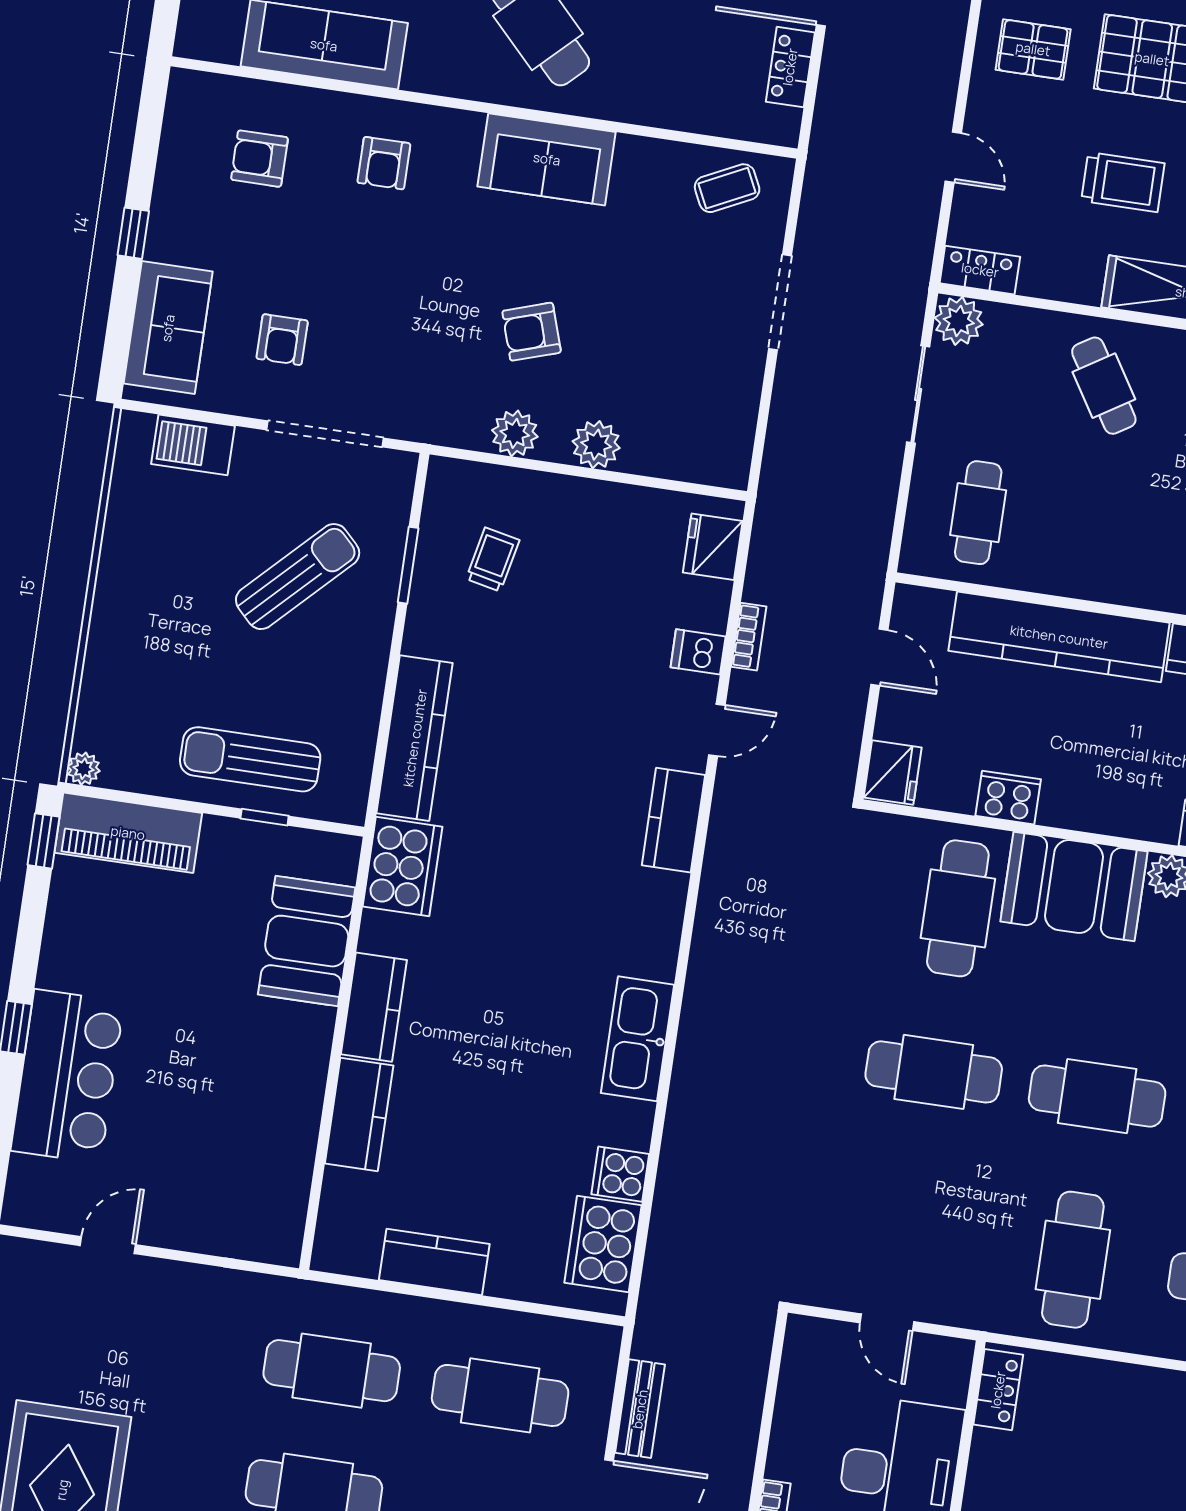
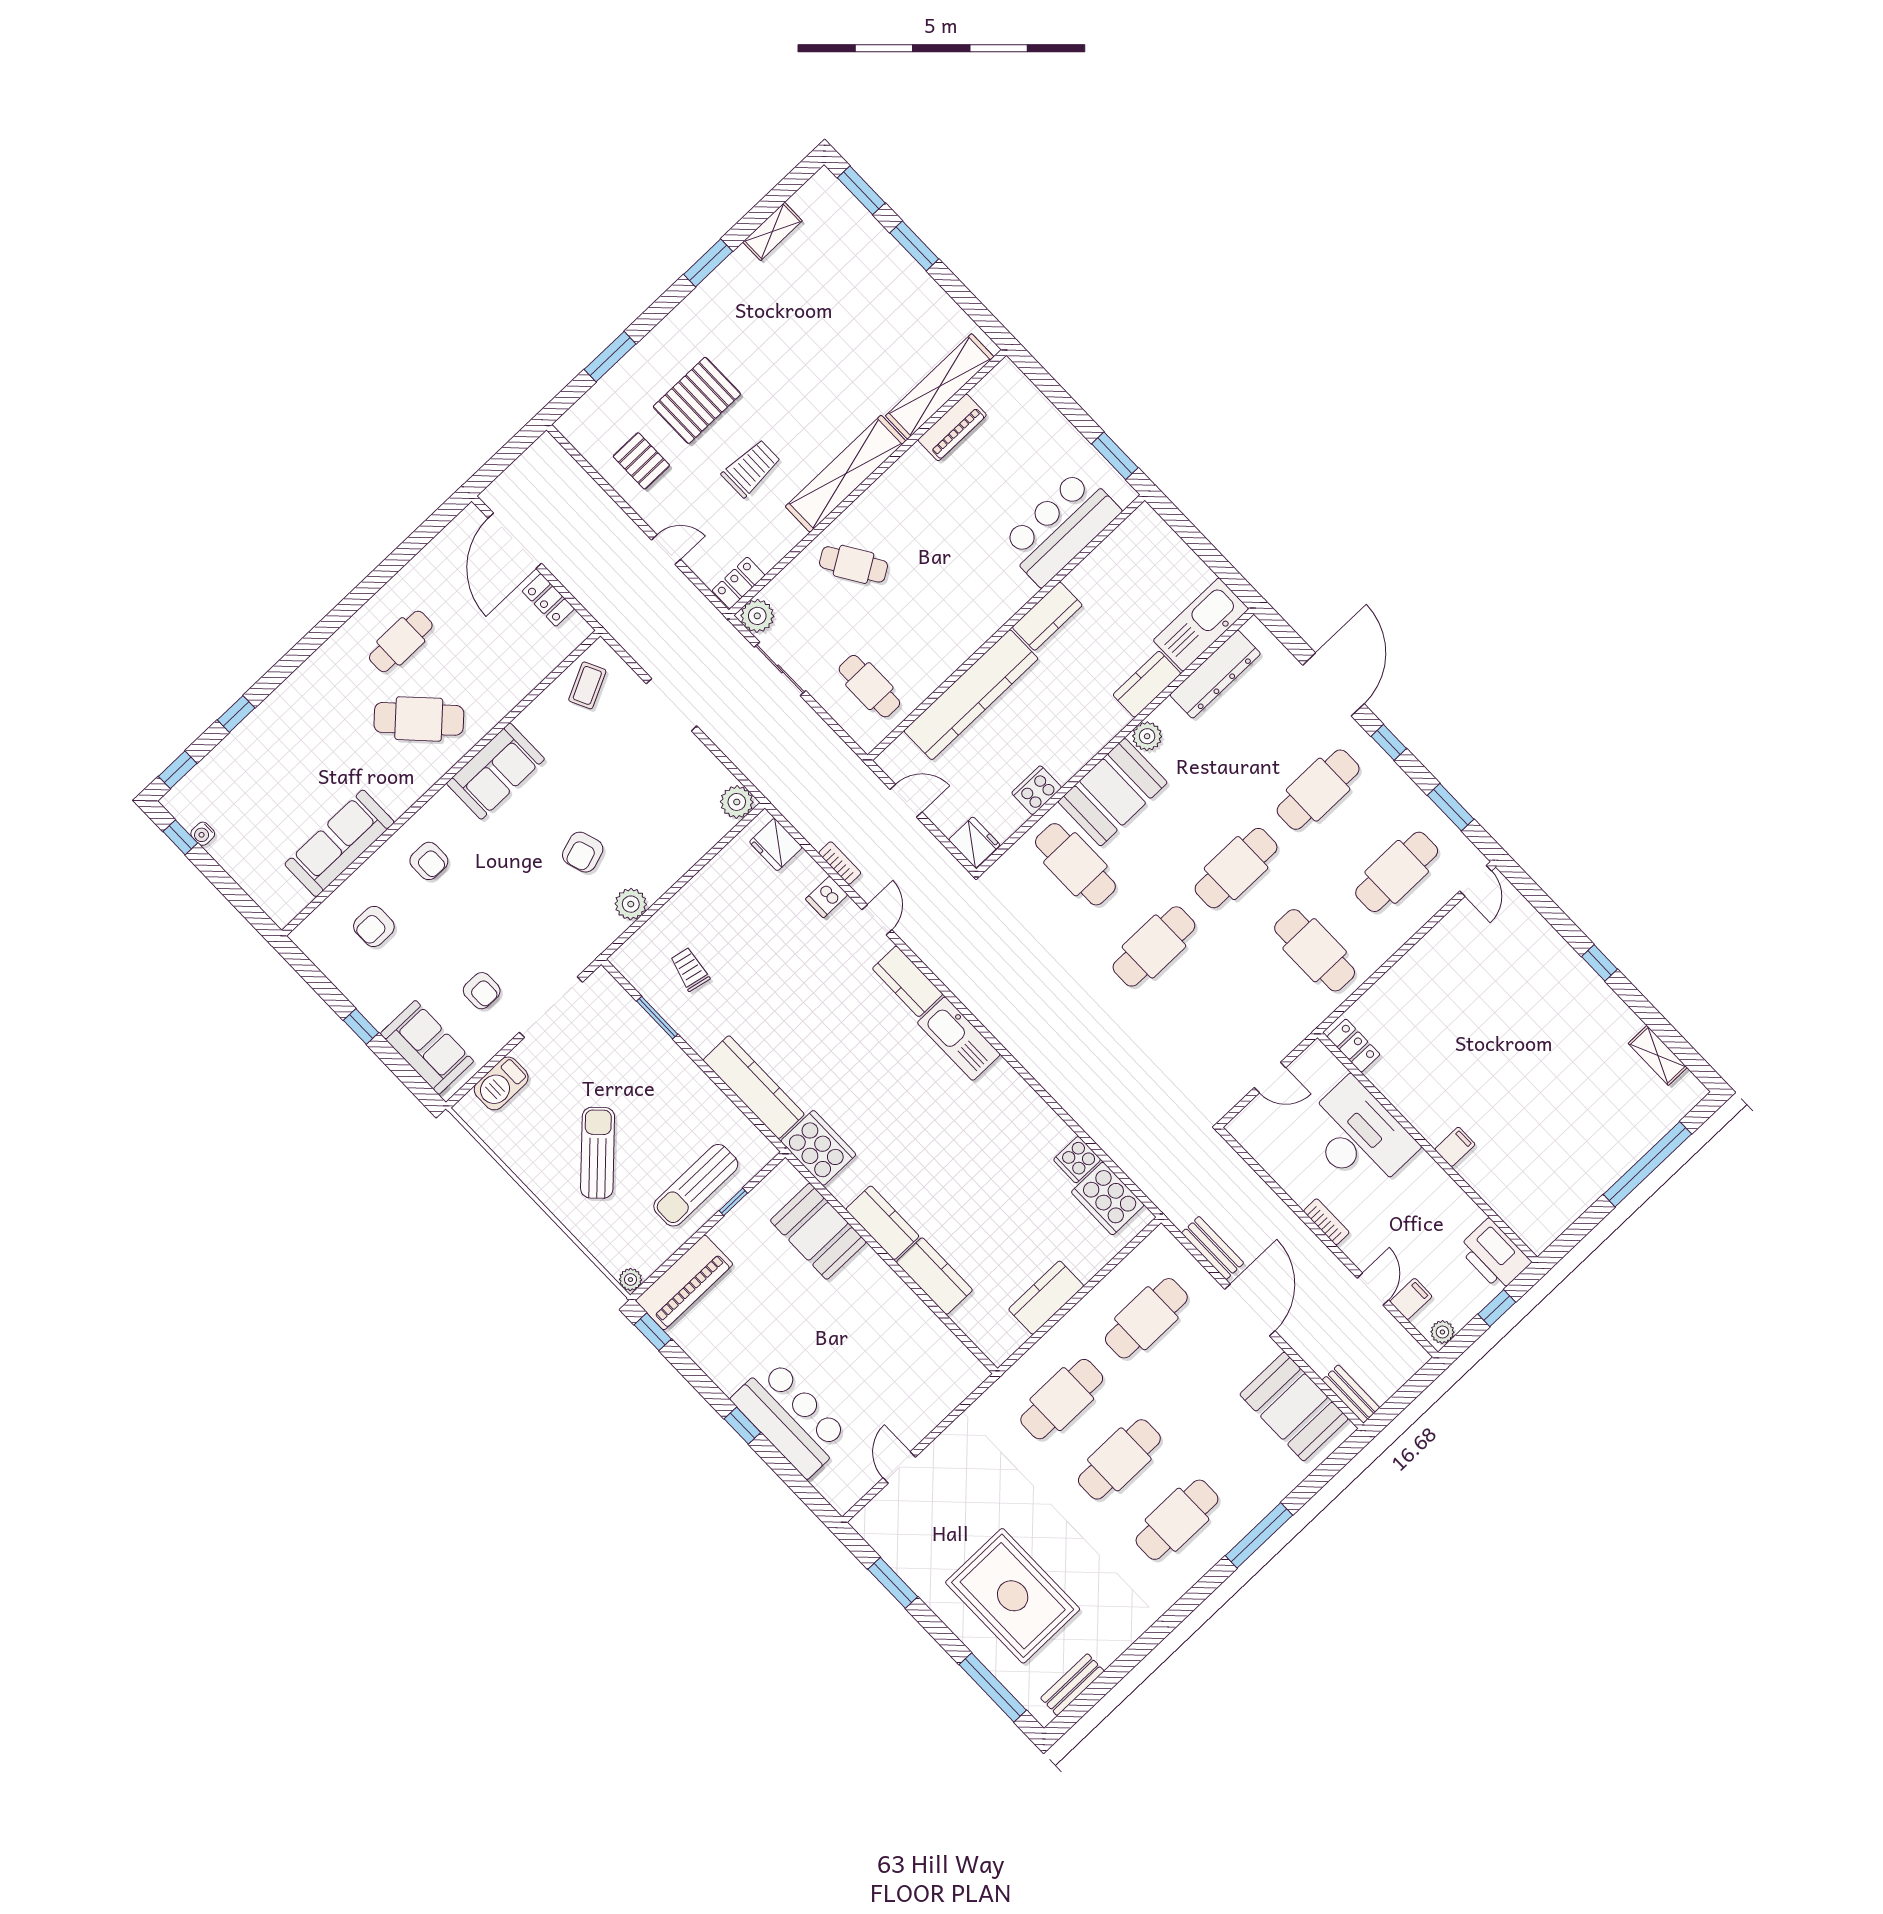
pallet: (1033, 49) -> (641, 461), turned 90
plant: (596, 445) -> (737, 802), moved
sun lounger: (298, 577) -> (598, 1153), moved
kitchen sink: (638, 1039) -> (959, 1039), moved

